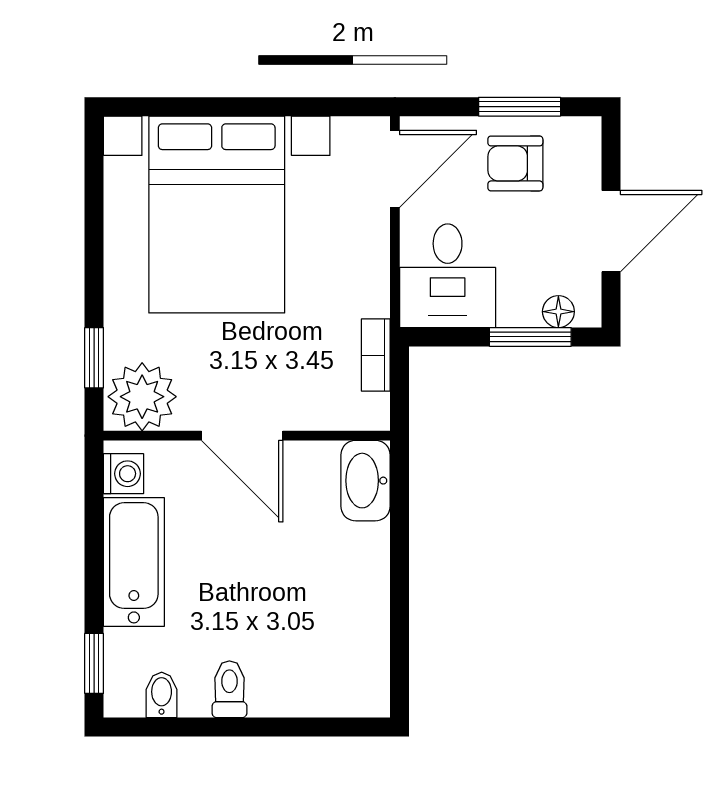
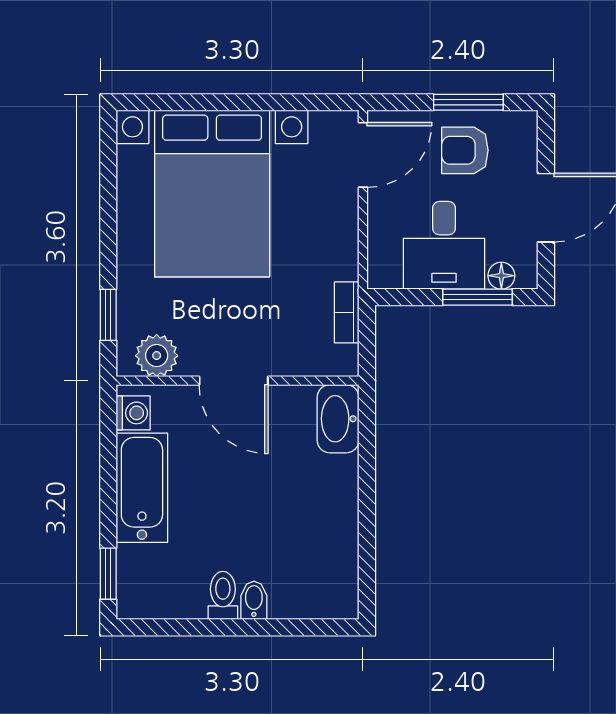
desk: (448, 276) -> (444, 245), moved
plant: (142, 397) -> (157, 356), width x0.73, depth x0.73
bidet: (162, 695) -> (254, 600), moved

